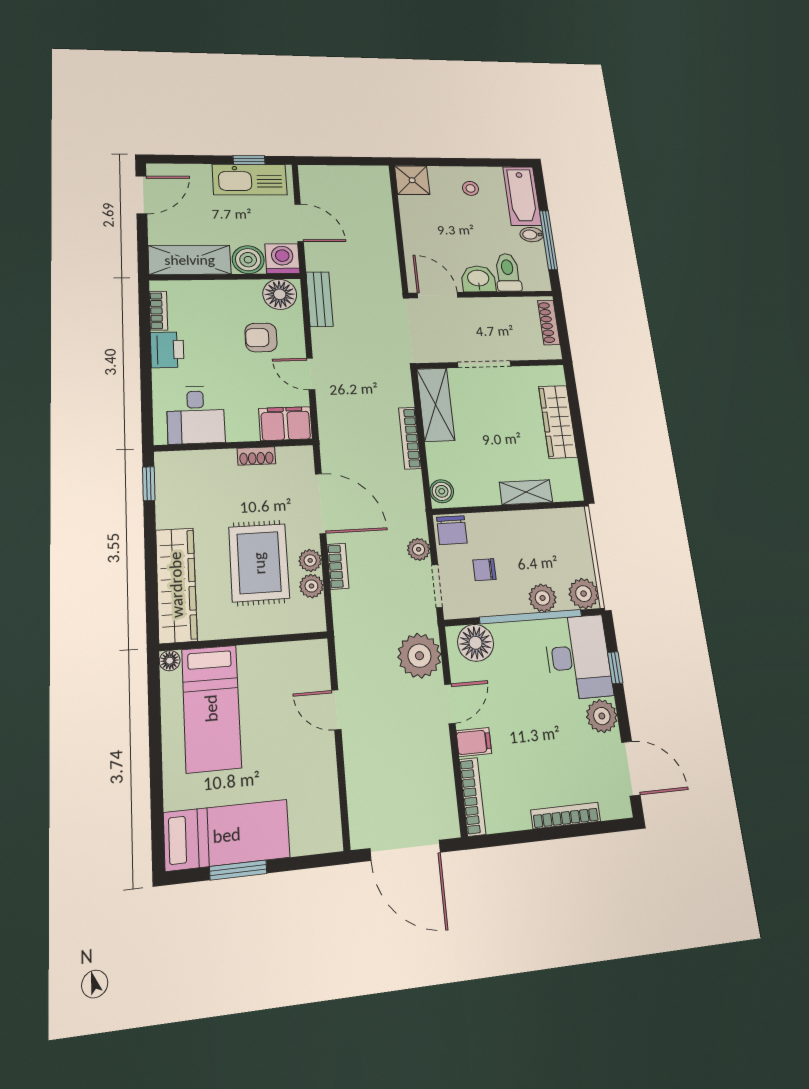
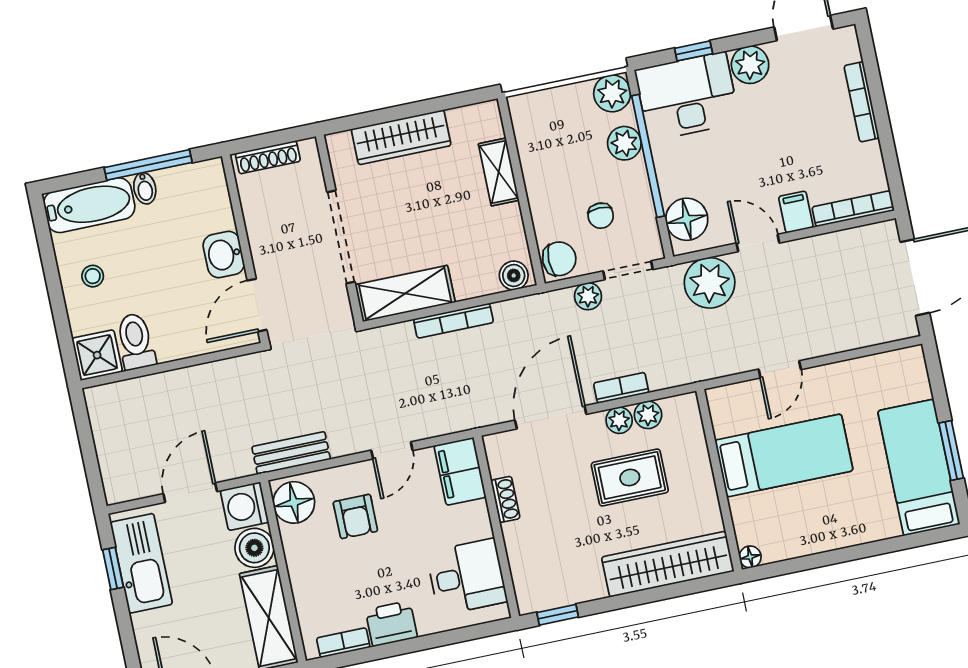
toilet: (508, 272) -> (136, 341), moved, turned 90
doorway: (484, 364) -> (341, 237), width x1.36
rug: (259, 563) -> (630, 478), width x0.73, depth x0.70
bed: (211, 708) -> (784, 455), moved

